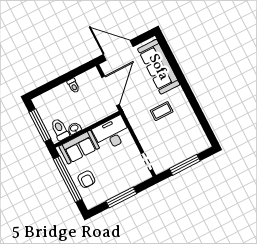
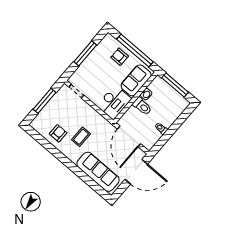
armchair: (184, 125) -> (58, 133), added
toilet: (60, 129) -> (142, 106), moved

